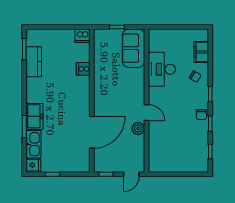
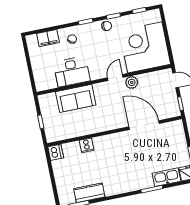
sofa: (134, 48) -> (76, 98), moved
freezer: (35, 116) -> (140, 182), removed
corner desk: (171, 149) -> (145, 47), added

